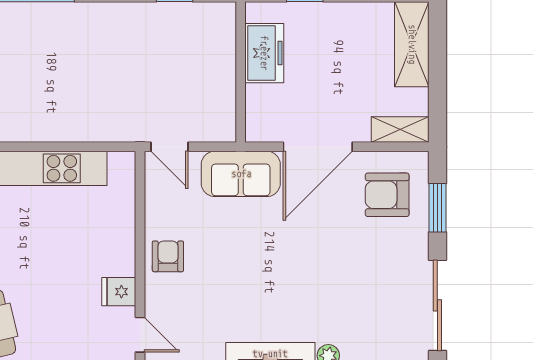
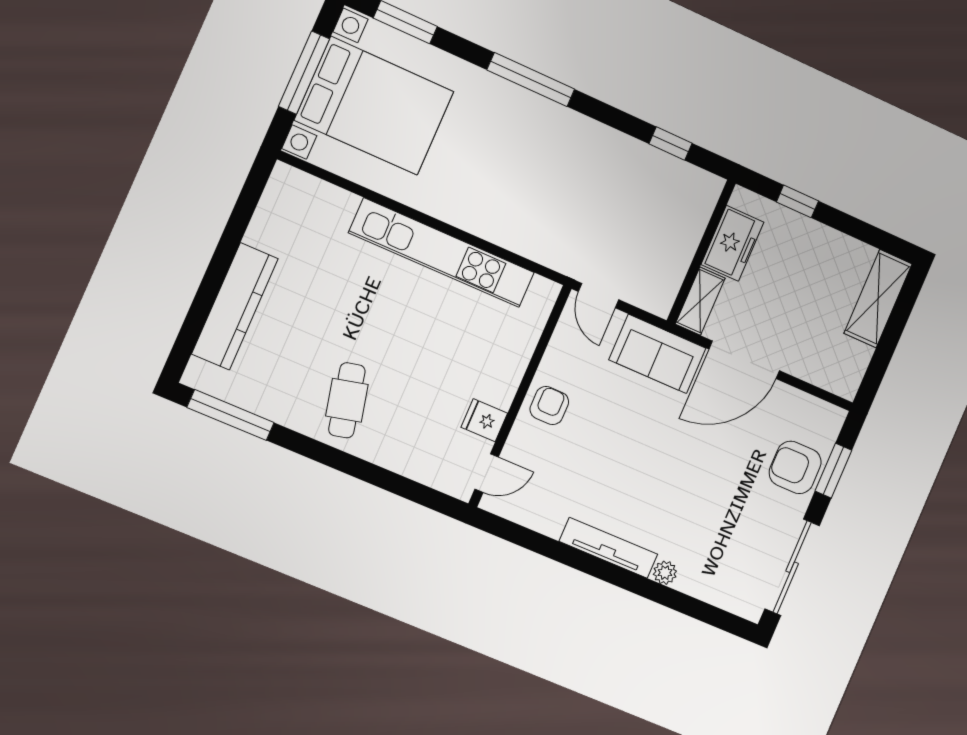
shelving: (400, 130) -> (700, 301), moved, turned 90
armchair: (387, 195) -> (795, 467), moved
door: (140, 335) -> (487, 473), hinge flipped

